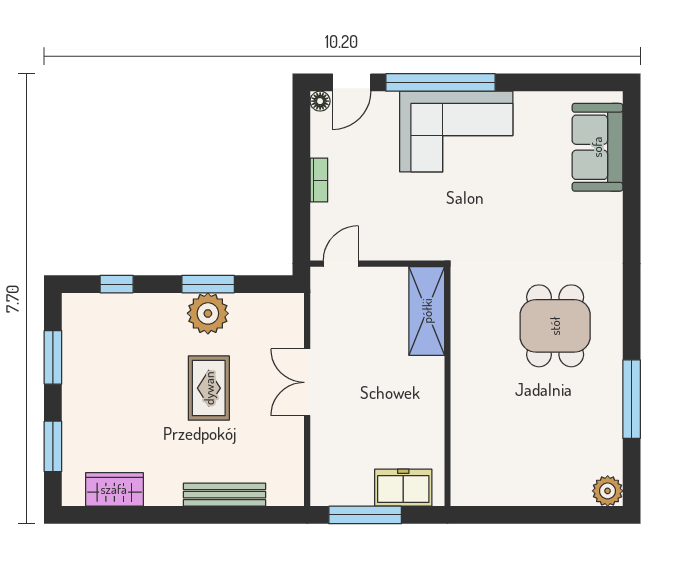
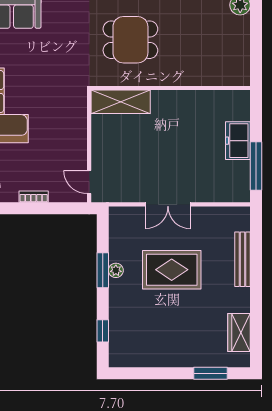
shelving: (427, 311) -> (121, 102), moved
plant: (208, 313) -> (116, 270), width x0.53, depth x0.53
window: (53, 357) -> (151, 373), removed
wall: (447, 386) -> (171, 88), moved
rug: (209, 388) -> (172, 270), width x1.36, depth x1.43

